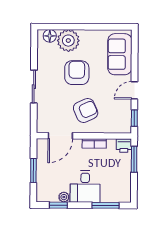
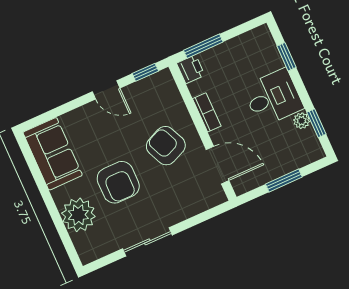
floor lamp: (50, 36) -> (84, 244), removed
sofa: (120, 54) -> (53, 154), moved, turned -90
armchair: (77, 73) -> (118, 182), turned -90
sliding door: (34, 87) -> (147, 242), moved
window: (106, 205) -> (287, 57), width x0.67

